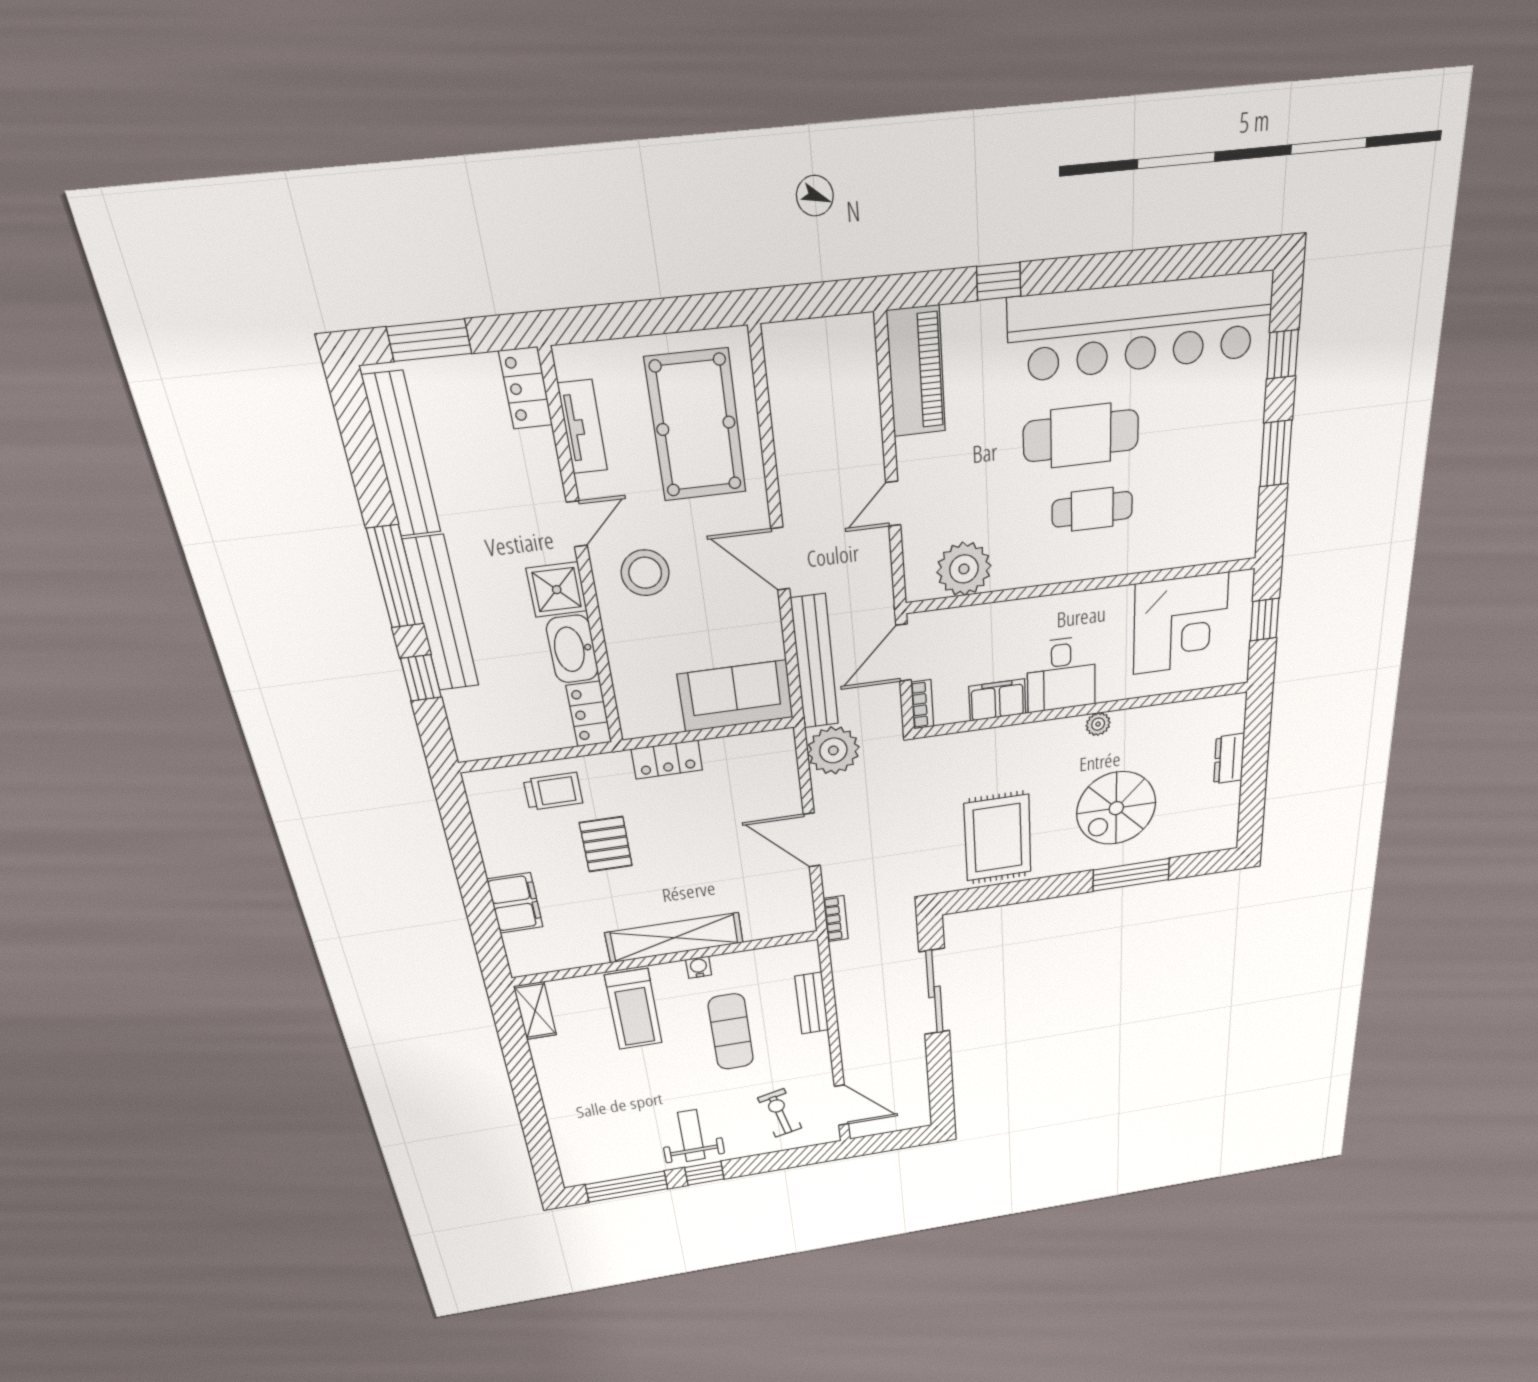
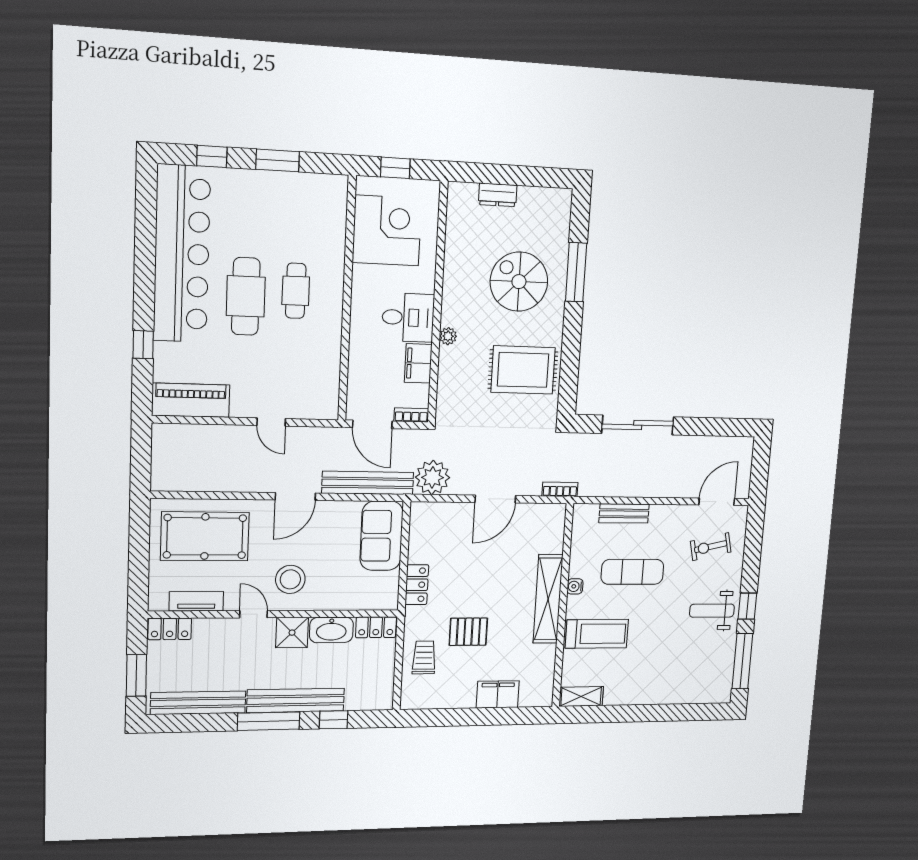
plant: (964, 569) -> (322, 380), removed
plant: (1098, 724) -> (448, 336), moved
spiral stairs: (1116, 808) -> (519, 282), turned 180

